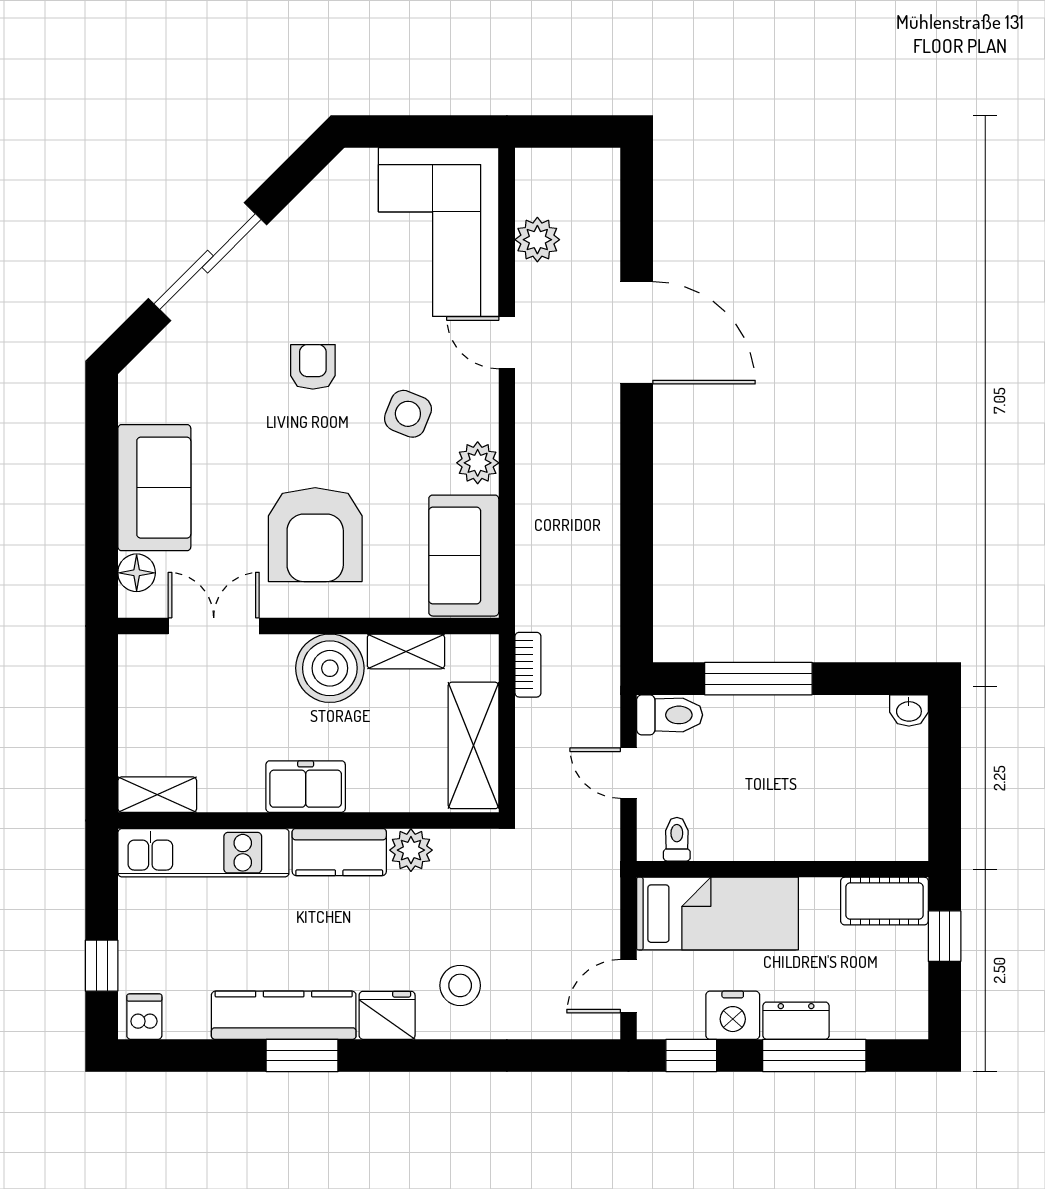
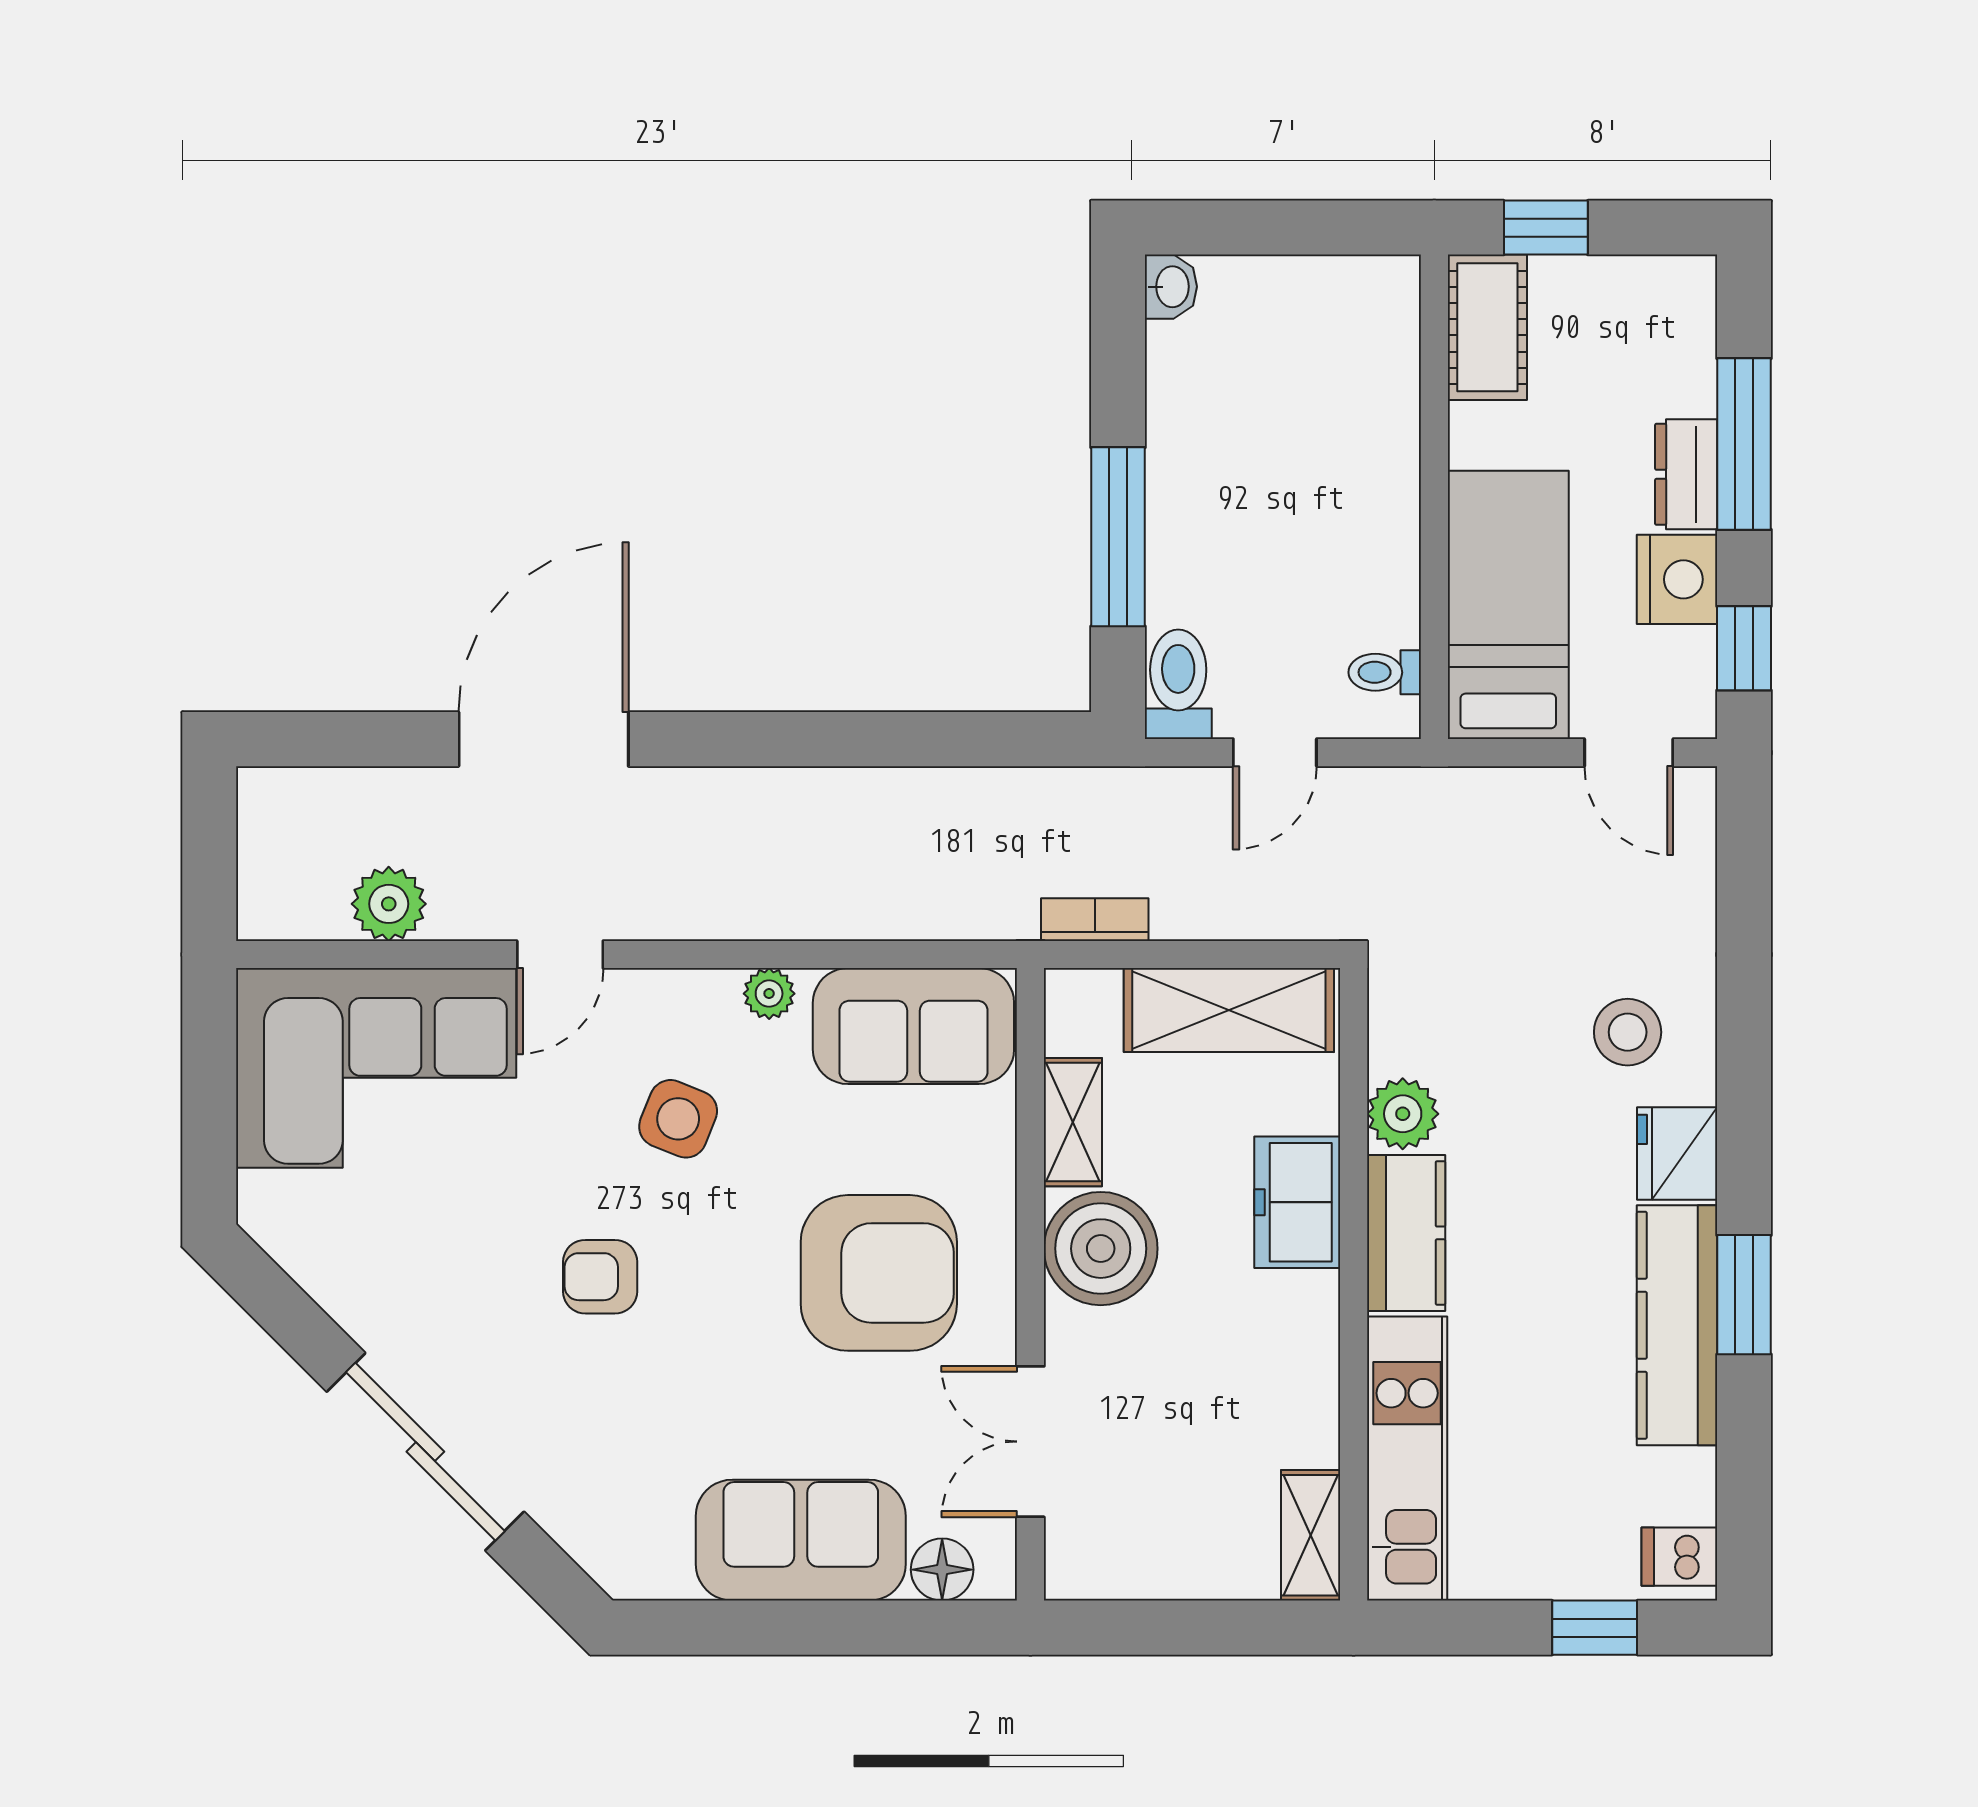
plant: (478, 463) -> (769, 994), width x0.73, depth x0.73
freezer: (306, 787) -> (1297, 1202), moved

